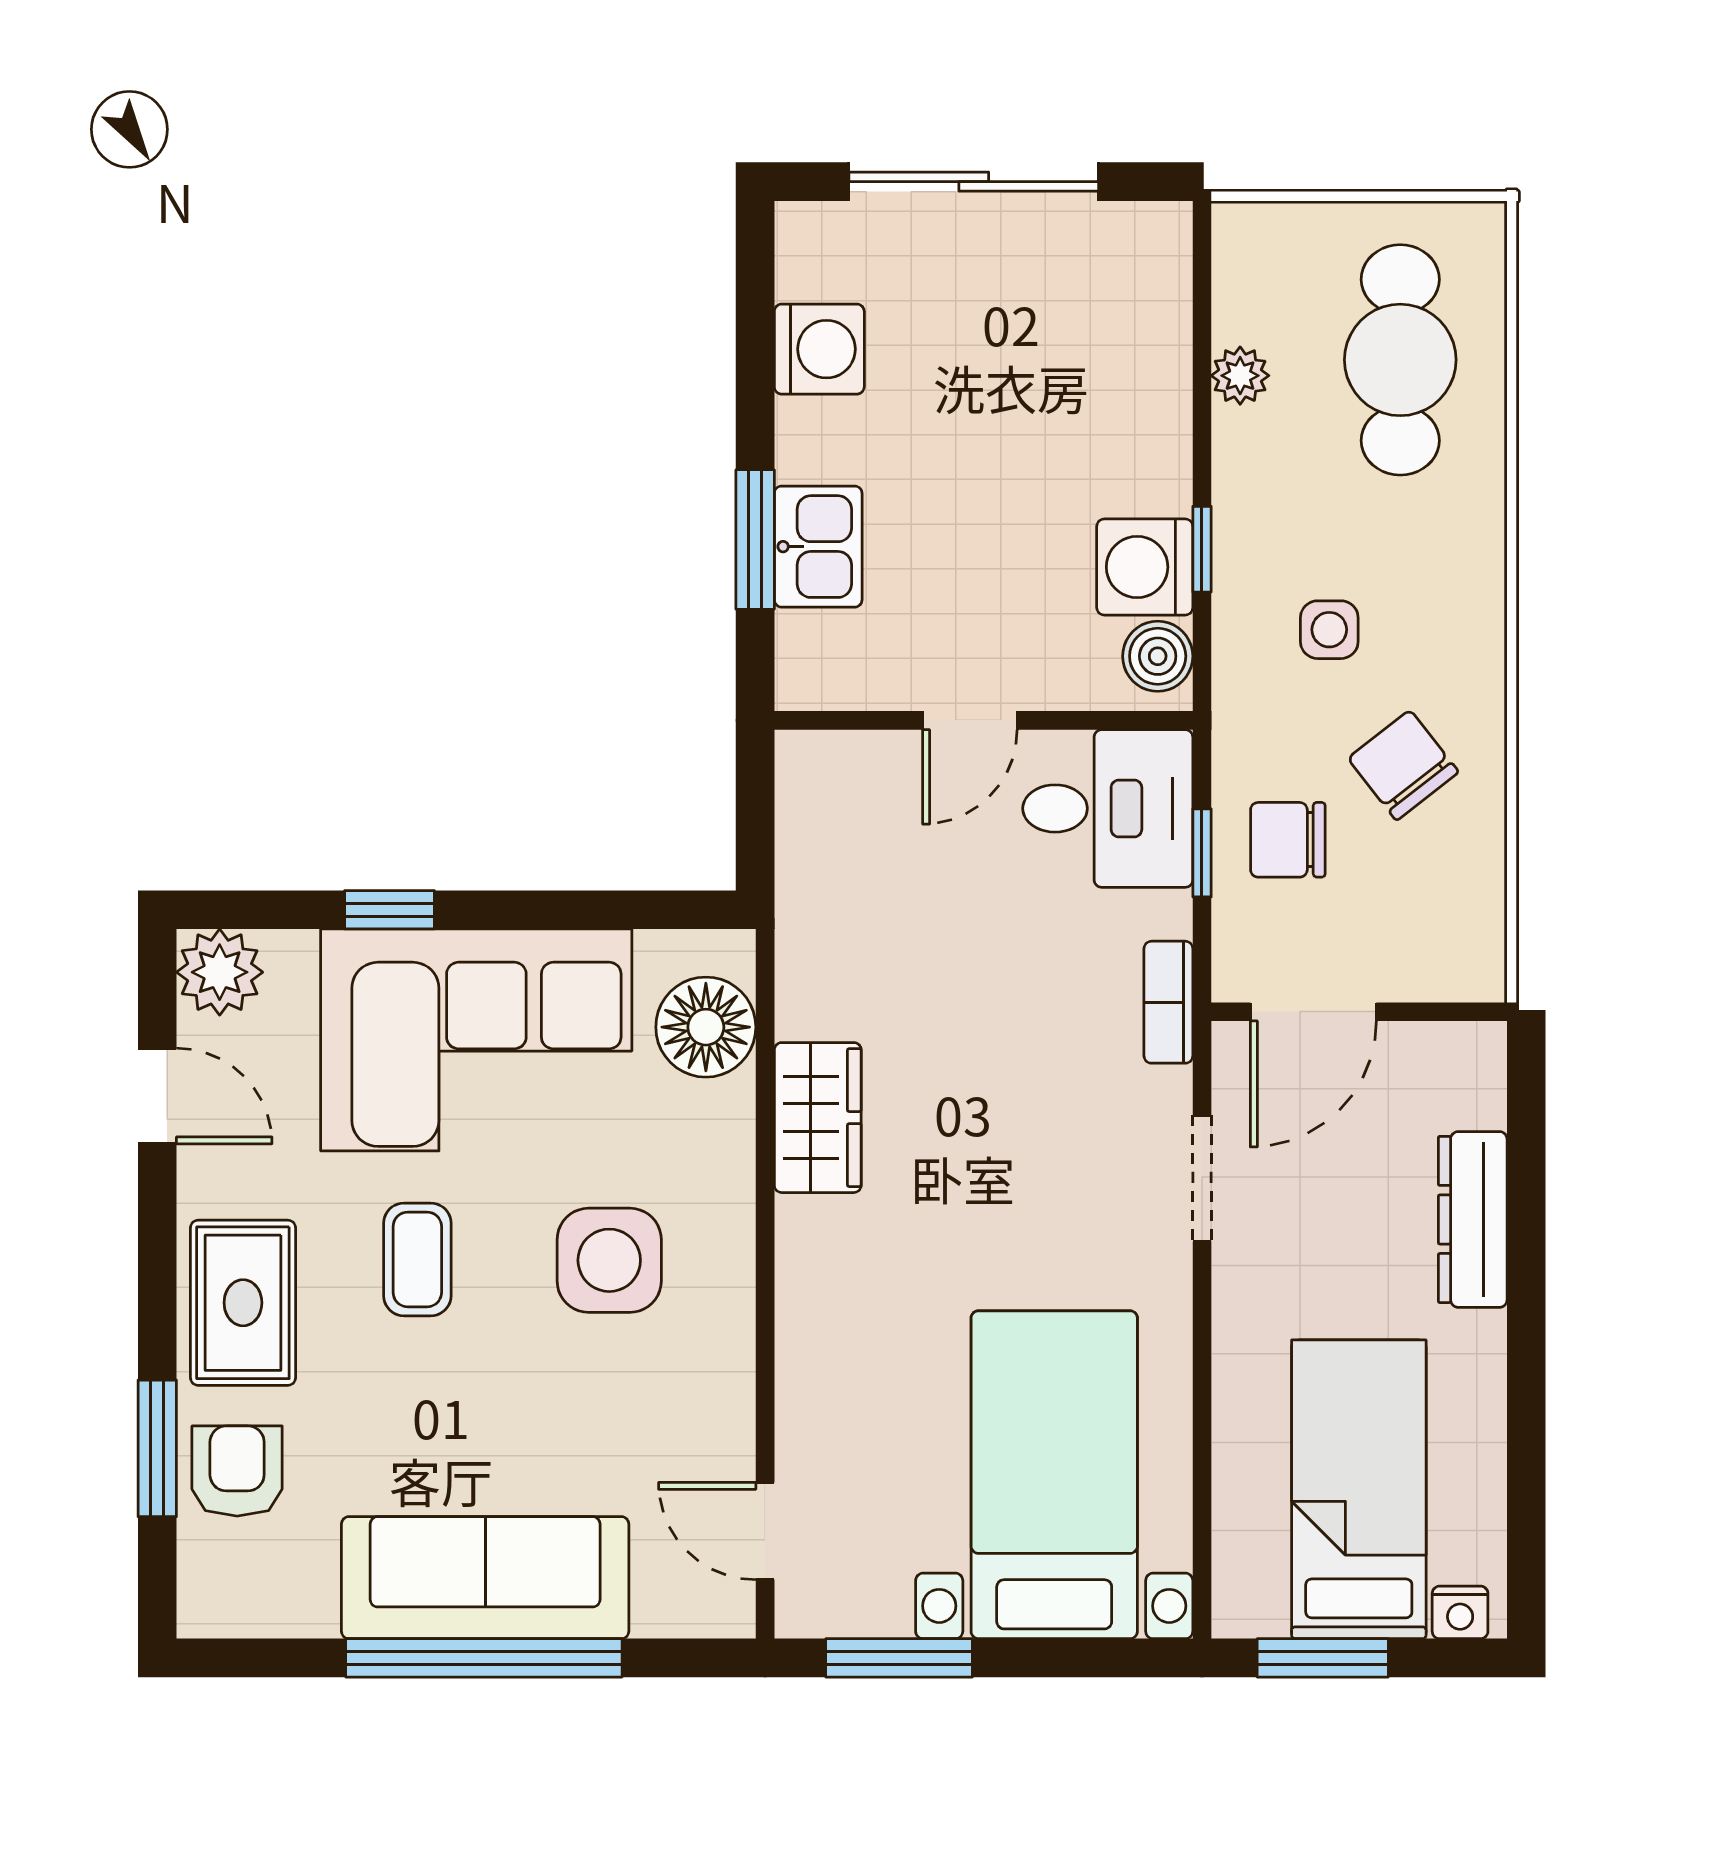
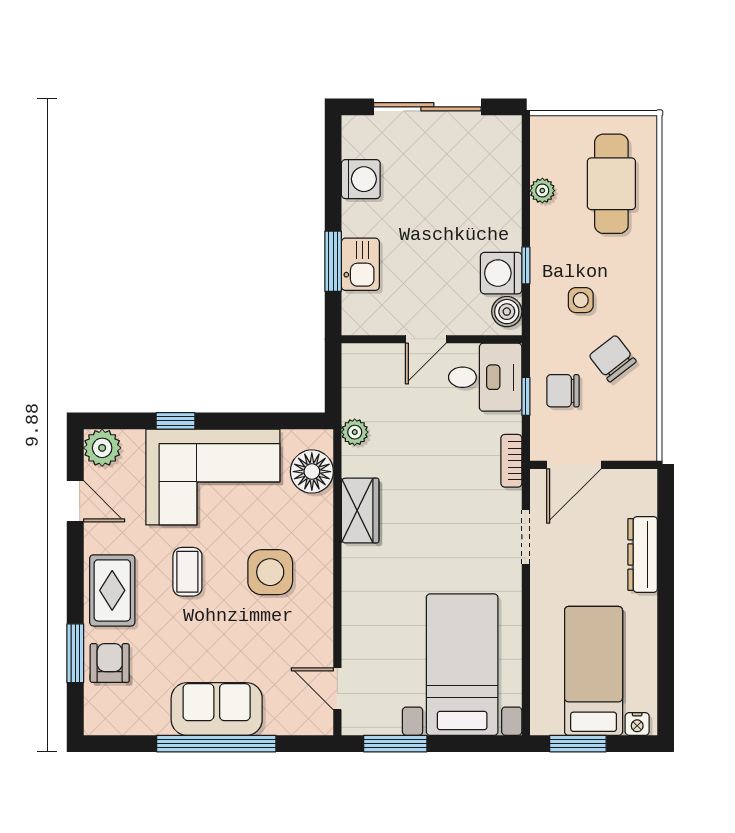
plant: (805, 936) -> (355, 432), added
sofa: (485, 1578) -> (217, 709), width x0.73

